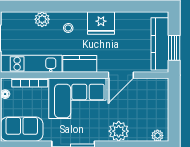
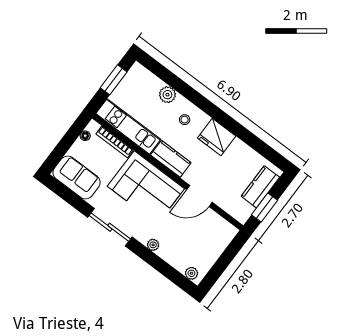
kitchen counter: (160, 44) -> (260, 187), width x0.67
plant: (119, 131) -> (153, 245), width x0.53, depth x0.53

